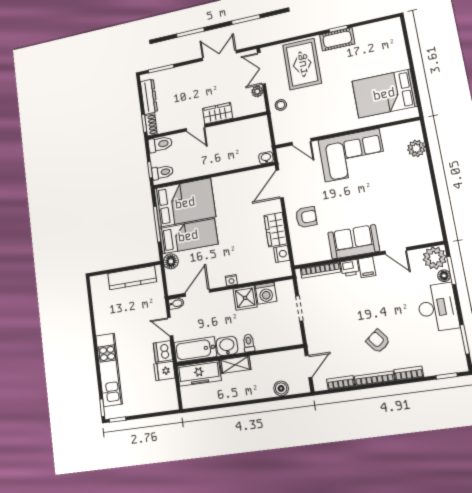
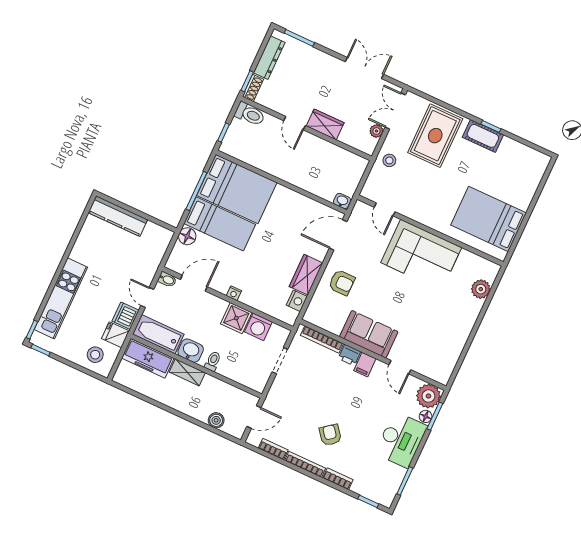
toilet: (162, 172) -> (234, 144), removed
kitchen counter: (132, 278) -> (118, 216), moved
stool: (159, 397) -> (95, 355), added

